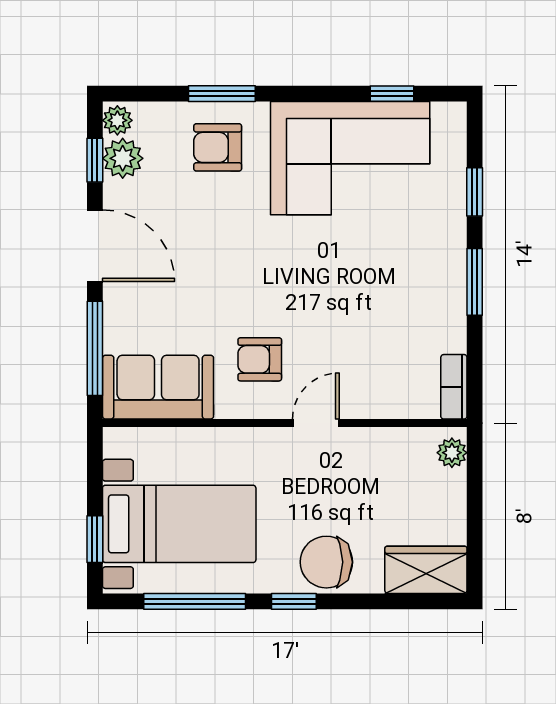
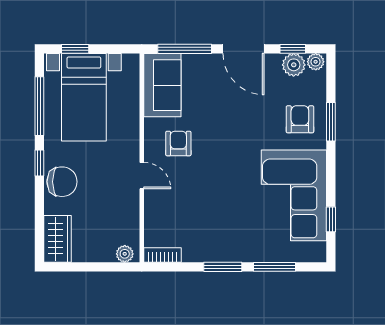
window: (475, 192) -> (274, 267), width x1.50
door: (95, 246) -> (244, 49), hinge flipped
chair: (326, 562) -> (62, 182), turned 90

